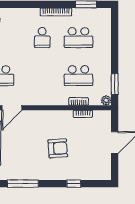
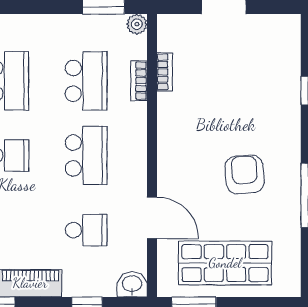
school desk: (42, 76) -> (86, 155), added
armchair: (58, 148) -> (245, 174), moved

